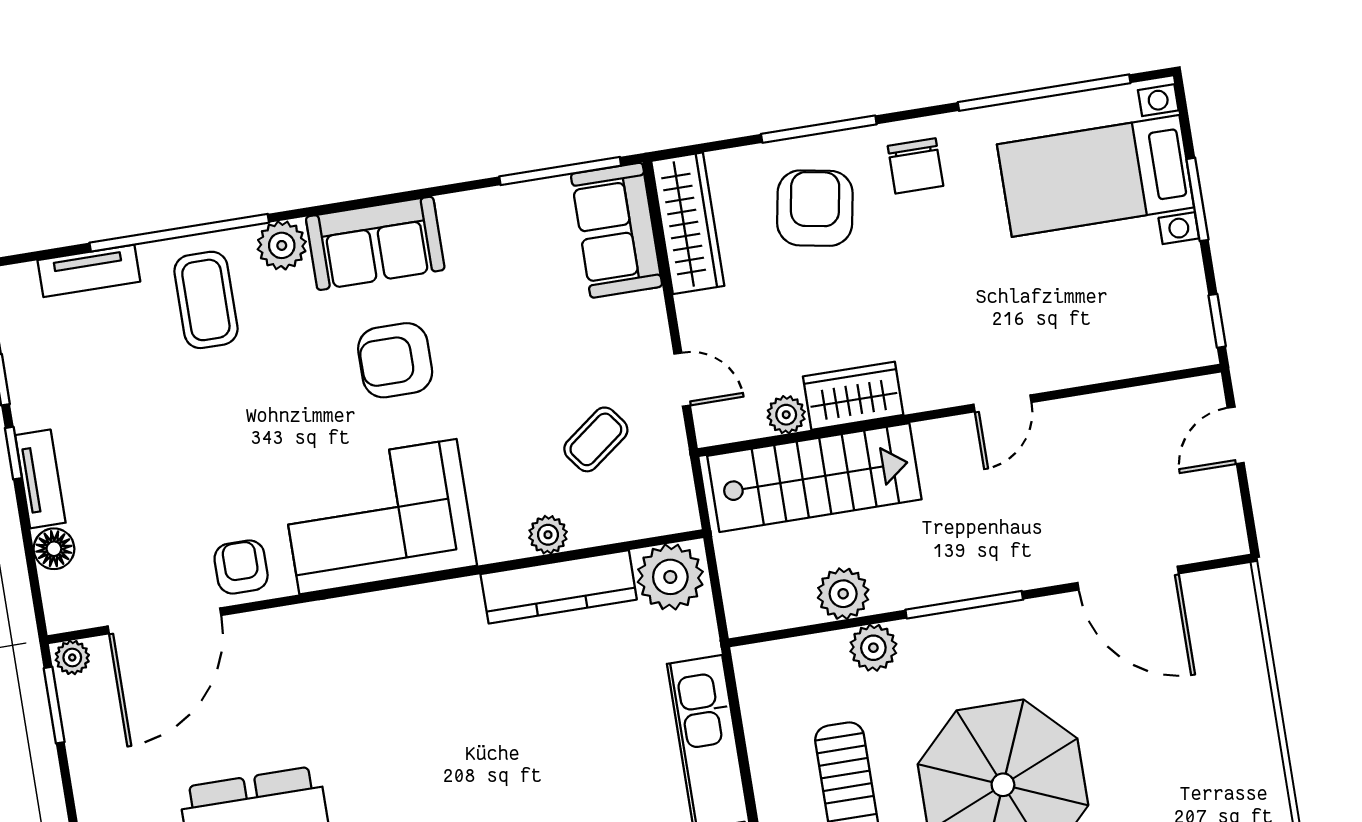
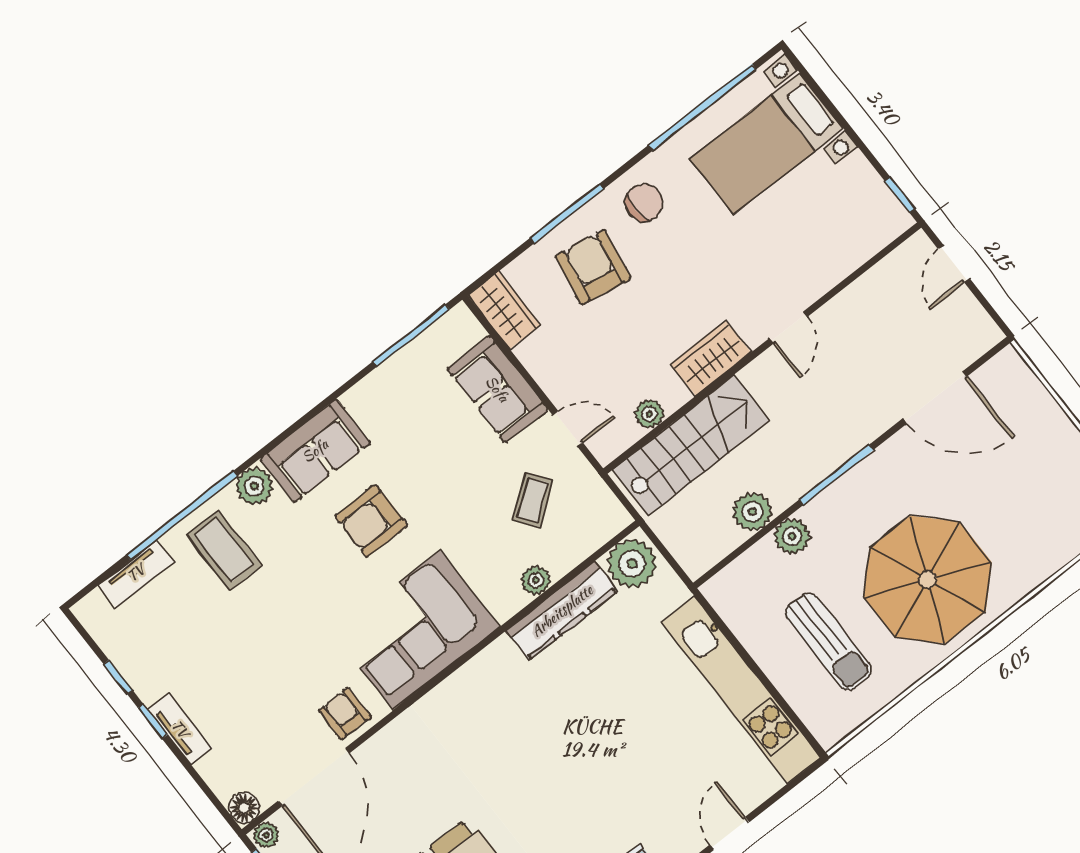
chair: (915, 166) -> (644, 203), turned -90
window: (1197, 199) -> (843, 122), removed
wardrobe: (688, 223) -> (504, 310), width x0.67
sofa: (617, 230) -> (497, 389), moved
wardrobe: (853, 396) -> (711, 358), moved
floor lamp: (54, 549) -> (244, 808), moved

